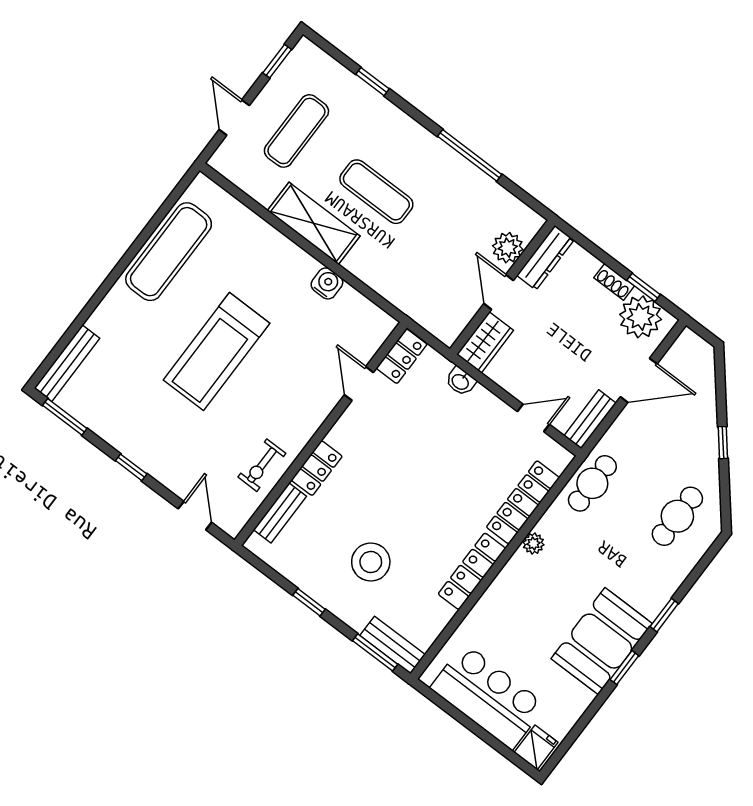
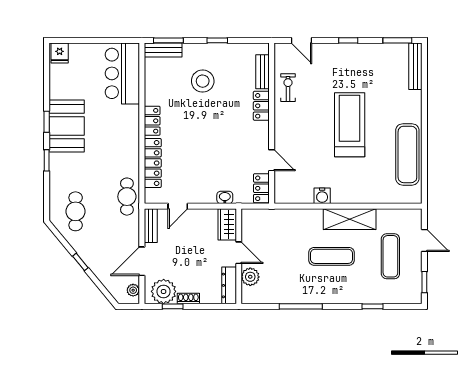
plant: (533, 543) -> (133, 290), moved
locker: (472, 571) -> (152, 121), width x0.66
bar counter: (488, 696) -> (122, 73), moved, turned 90

